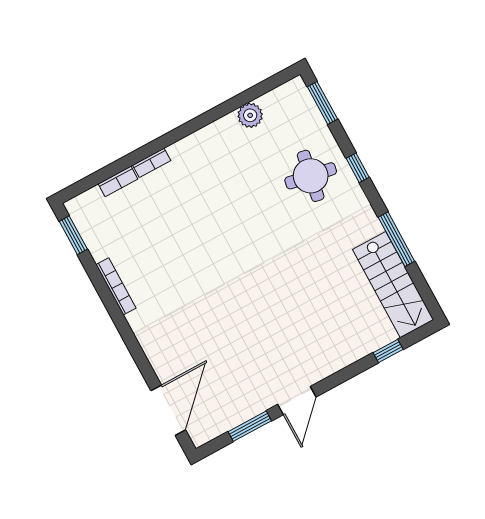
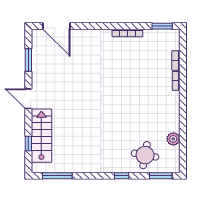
round table: (311, 176) -> (145, 155), moved
window: (396, 239) -> (57, 176), moved
stairs: (393, 285) -> (41, 136), moved, turned 90
door: (297, 401) -> (28, 99), moved

